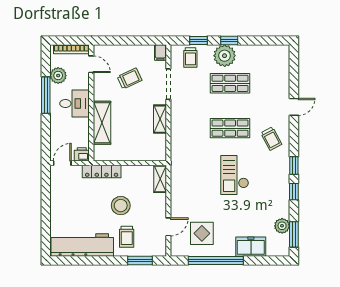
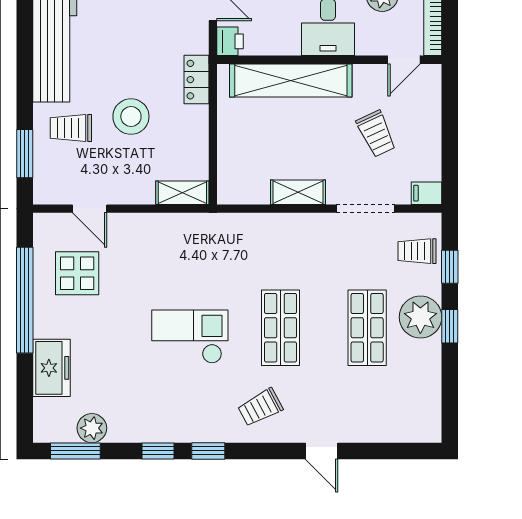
shelving: (102, 123) -> (291, 80), width x1.47
locker: (102, 172) -> (196, 80), width x0.66

